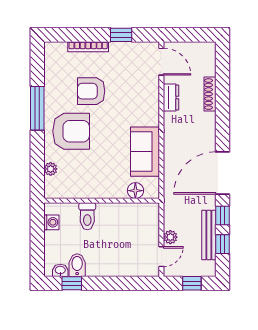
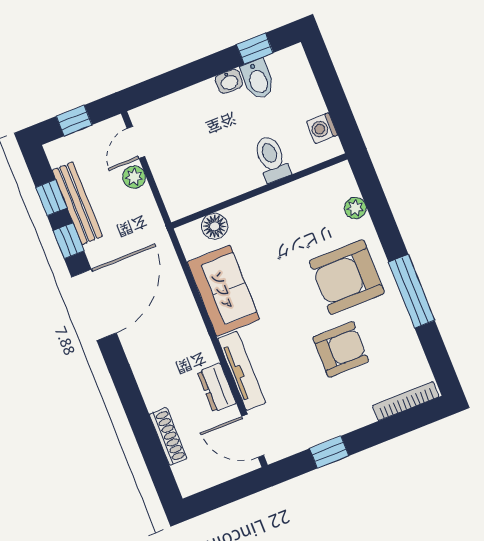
bookcase: (88, 47) -> (406, 401), moved
shoe rack: (210, 94) -> (168, 436), moved
tv unit: (153, 101) -> (242, 371), added
washbasin: (60, 270) -> (229, 81), moved

